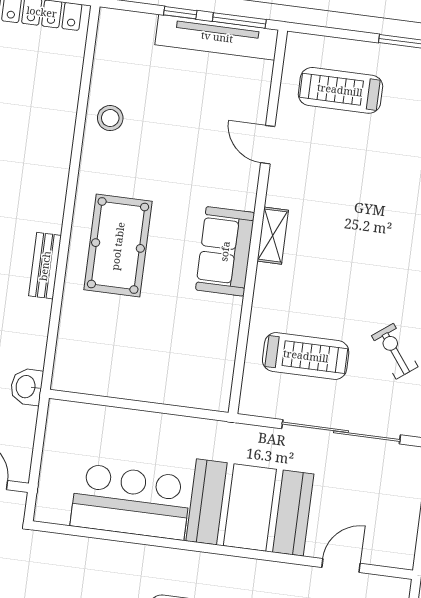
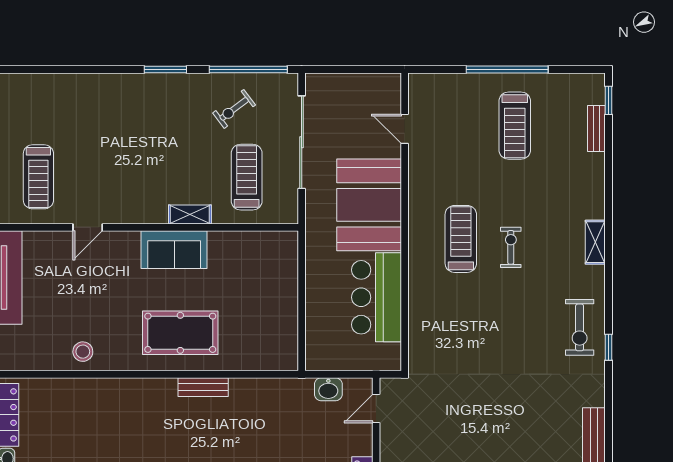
shelving: (273, 236) -> (190, 215), moved
washbasin: (26, 387) -> (328, 389), moved

